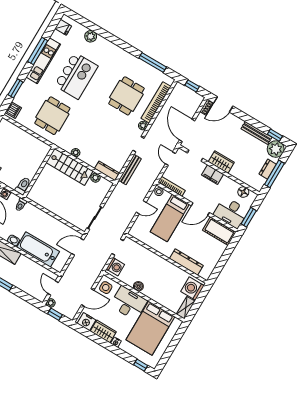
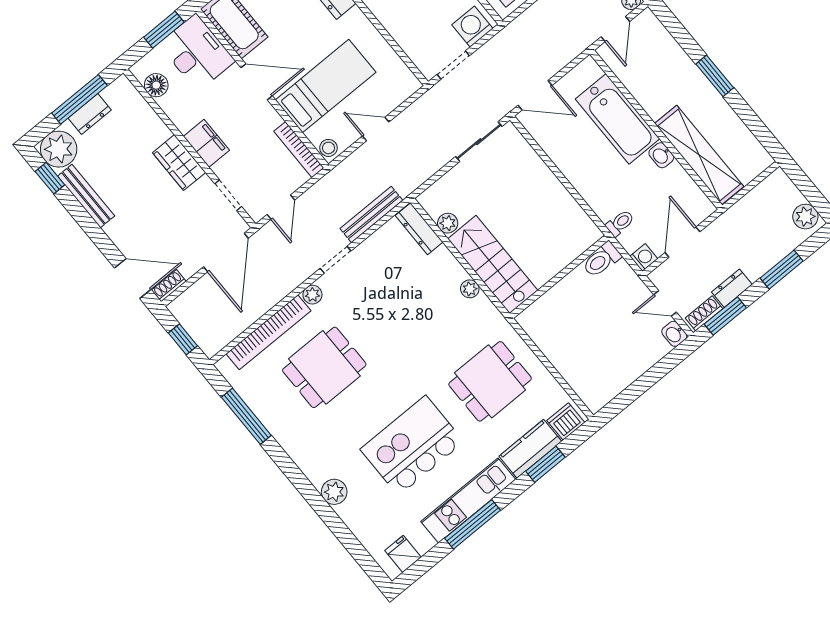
plant: (91, 36) -> (334, 492), moved
kitchen counter: (24, 93) -> (530, 449), added

